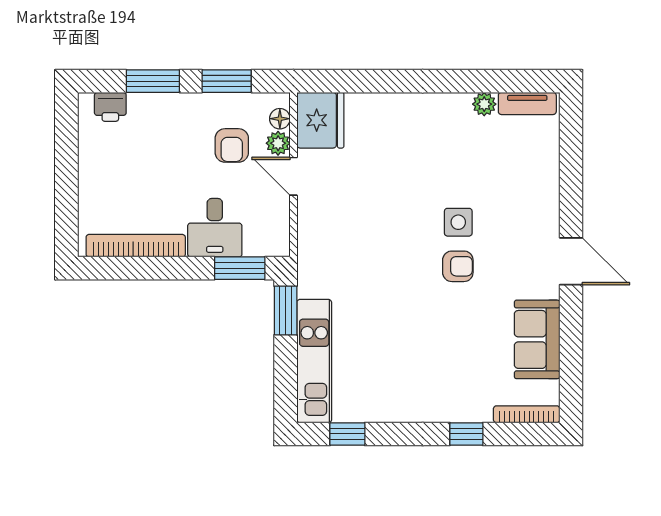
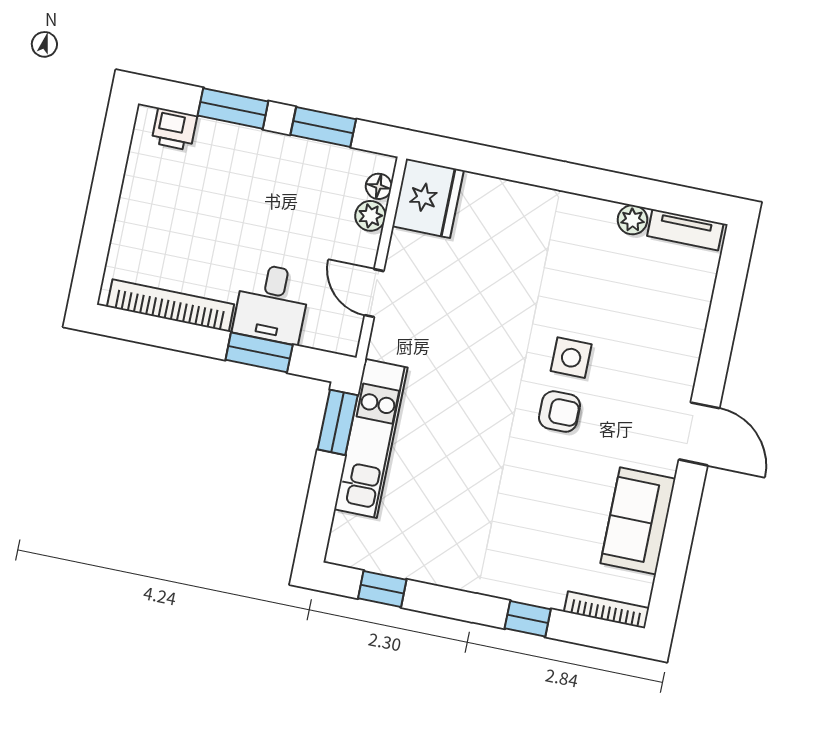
armchair: (232, 145) -> (313, 207), removed
door: (293, 176) -> (374, 293), moved
window: (240, 268) -> (259, 352), moved
kitchen unit: (314, 361) -> (371, 438), moved

